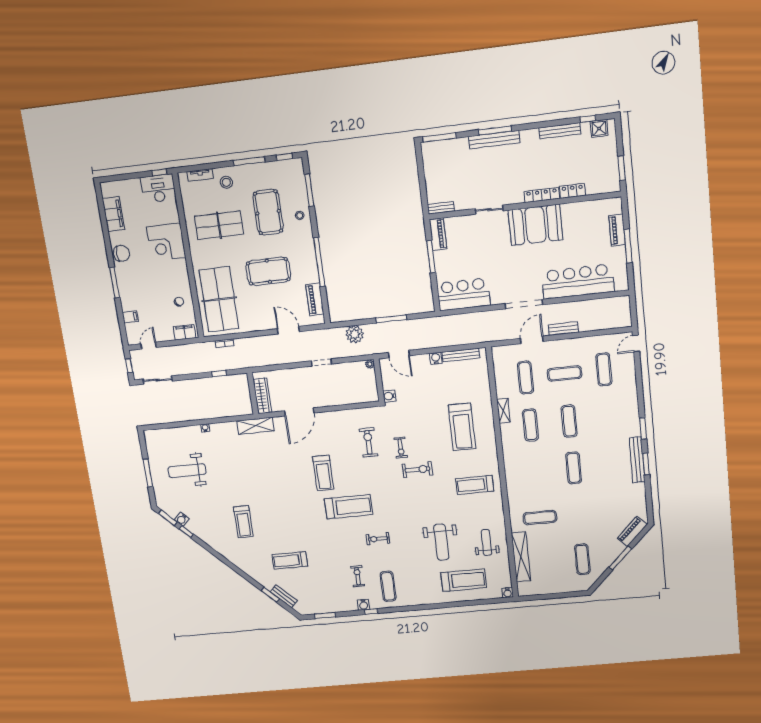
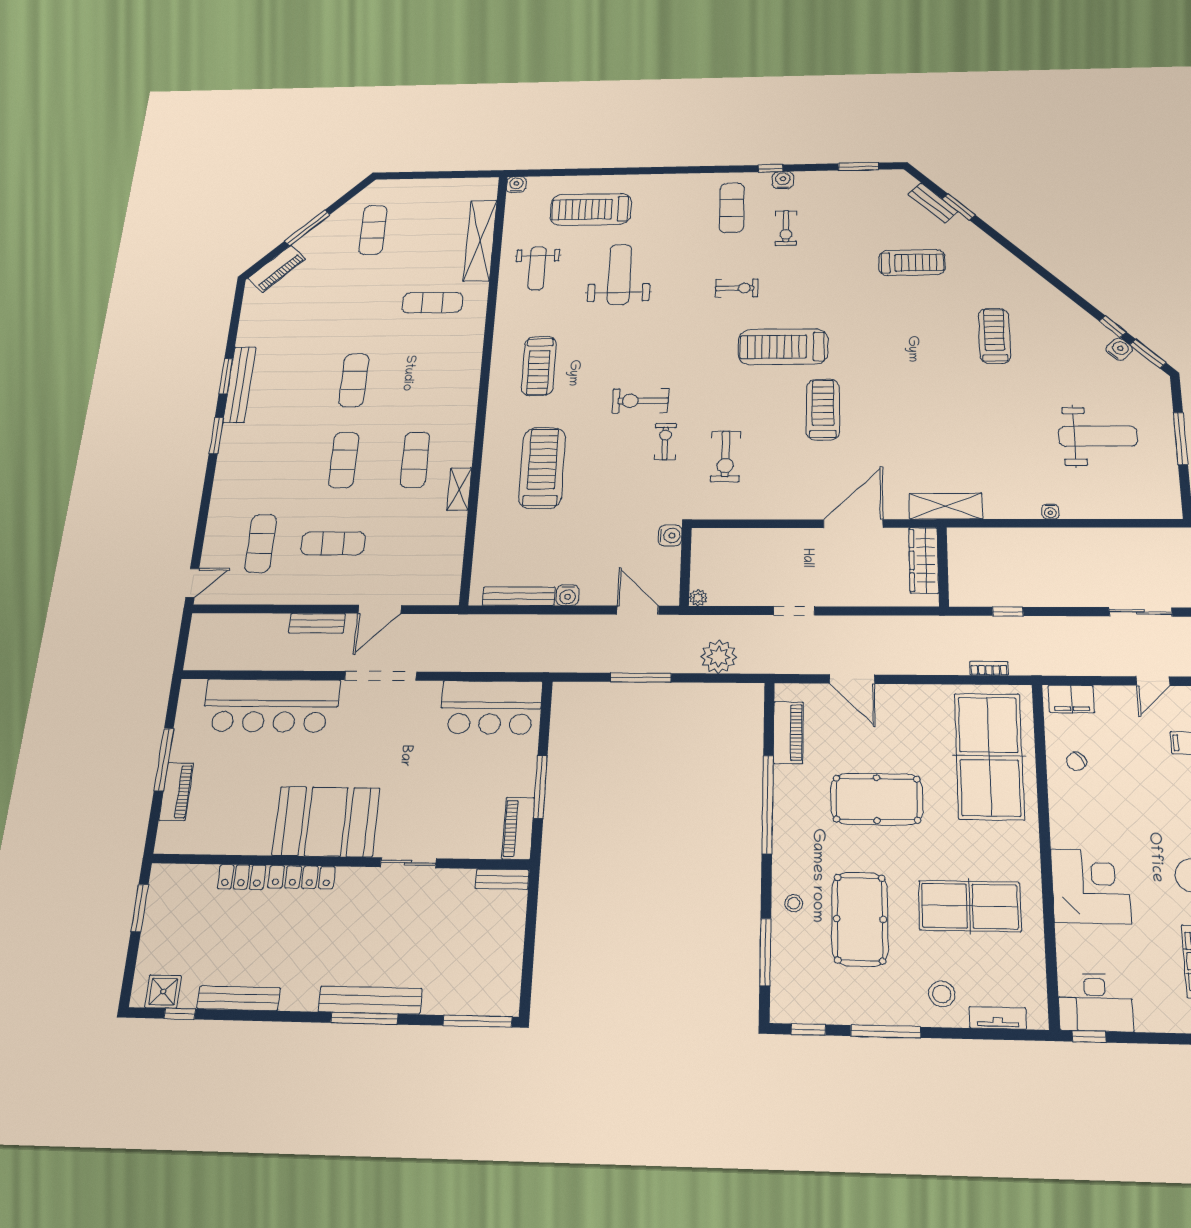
exercise mat: (526, 378) -> (406, 543), removed
treadmill: (475, 485) -> (539, 366), turned 90

